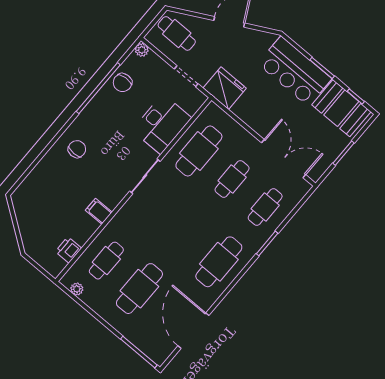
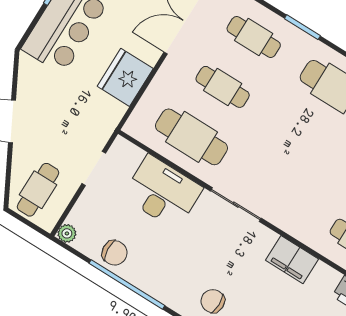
fridge: (225, 88) -> (125, 77), moved
filing cabinet: (99, 211) -> (292, 260), width x2.00

